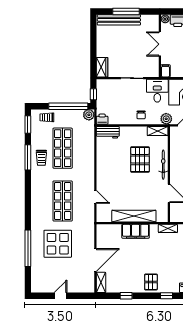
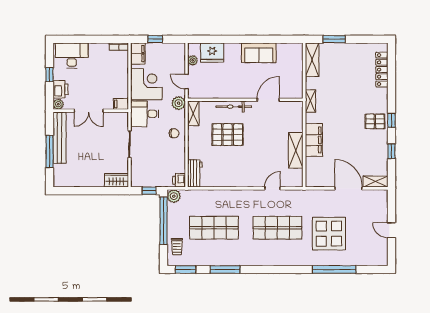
bench: (119, 20) -> (60, 138), moved
trolley: (41, 158) -> (226, 253), removed
shelving: (134, 216) -> (296, 150), width x0.68
window: (167, 296) -> (391, 120), moved

